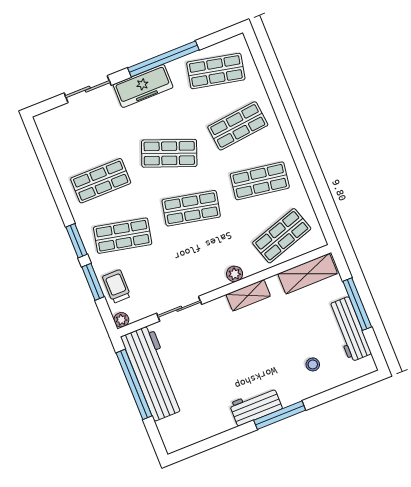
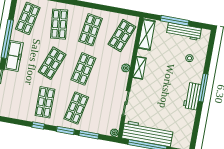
window: (57, 193) -> (38, 126), added
shop shelf: (282, 236) -> (122, 35), turned 39
trolley: (117, 286) -> (98, 125), removed

